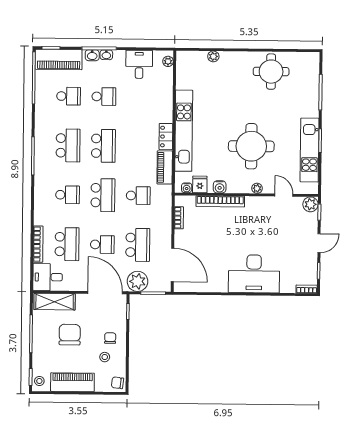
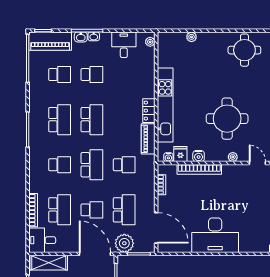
desk: (254, 274) -> (215, 235), moved

